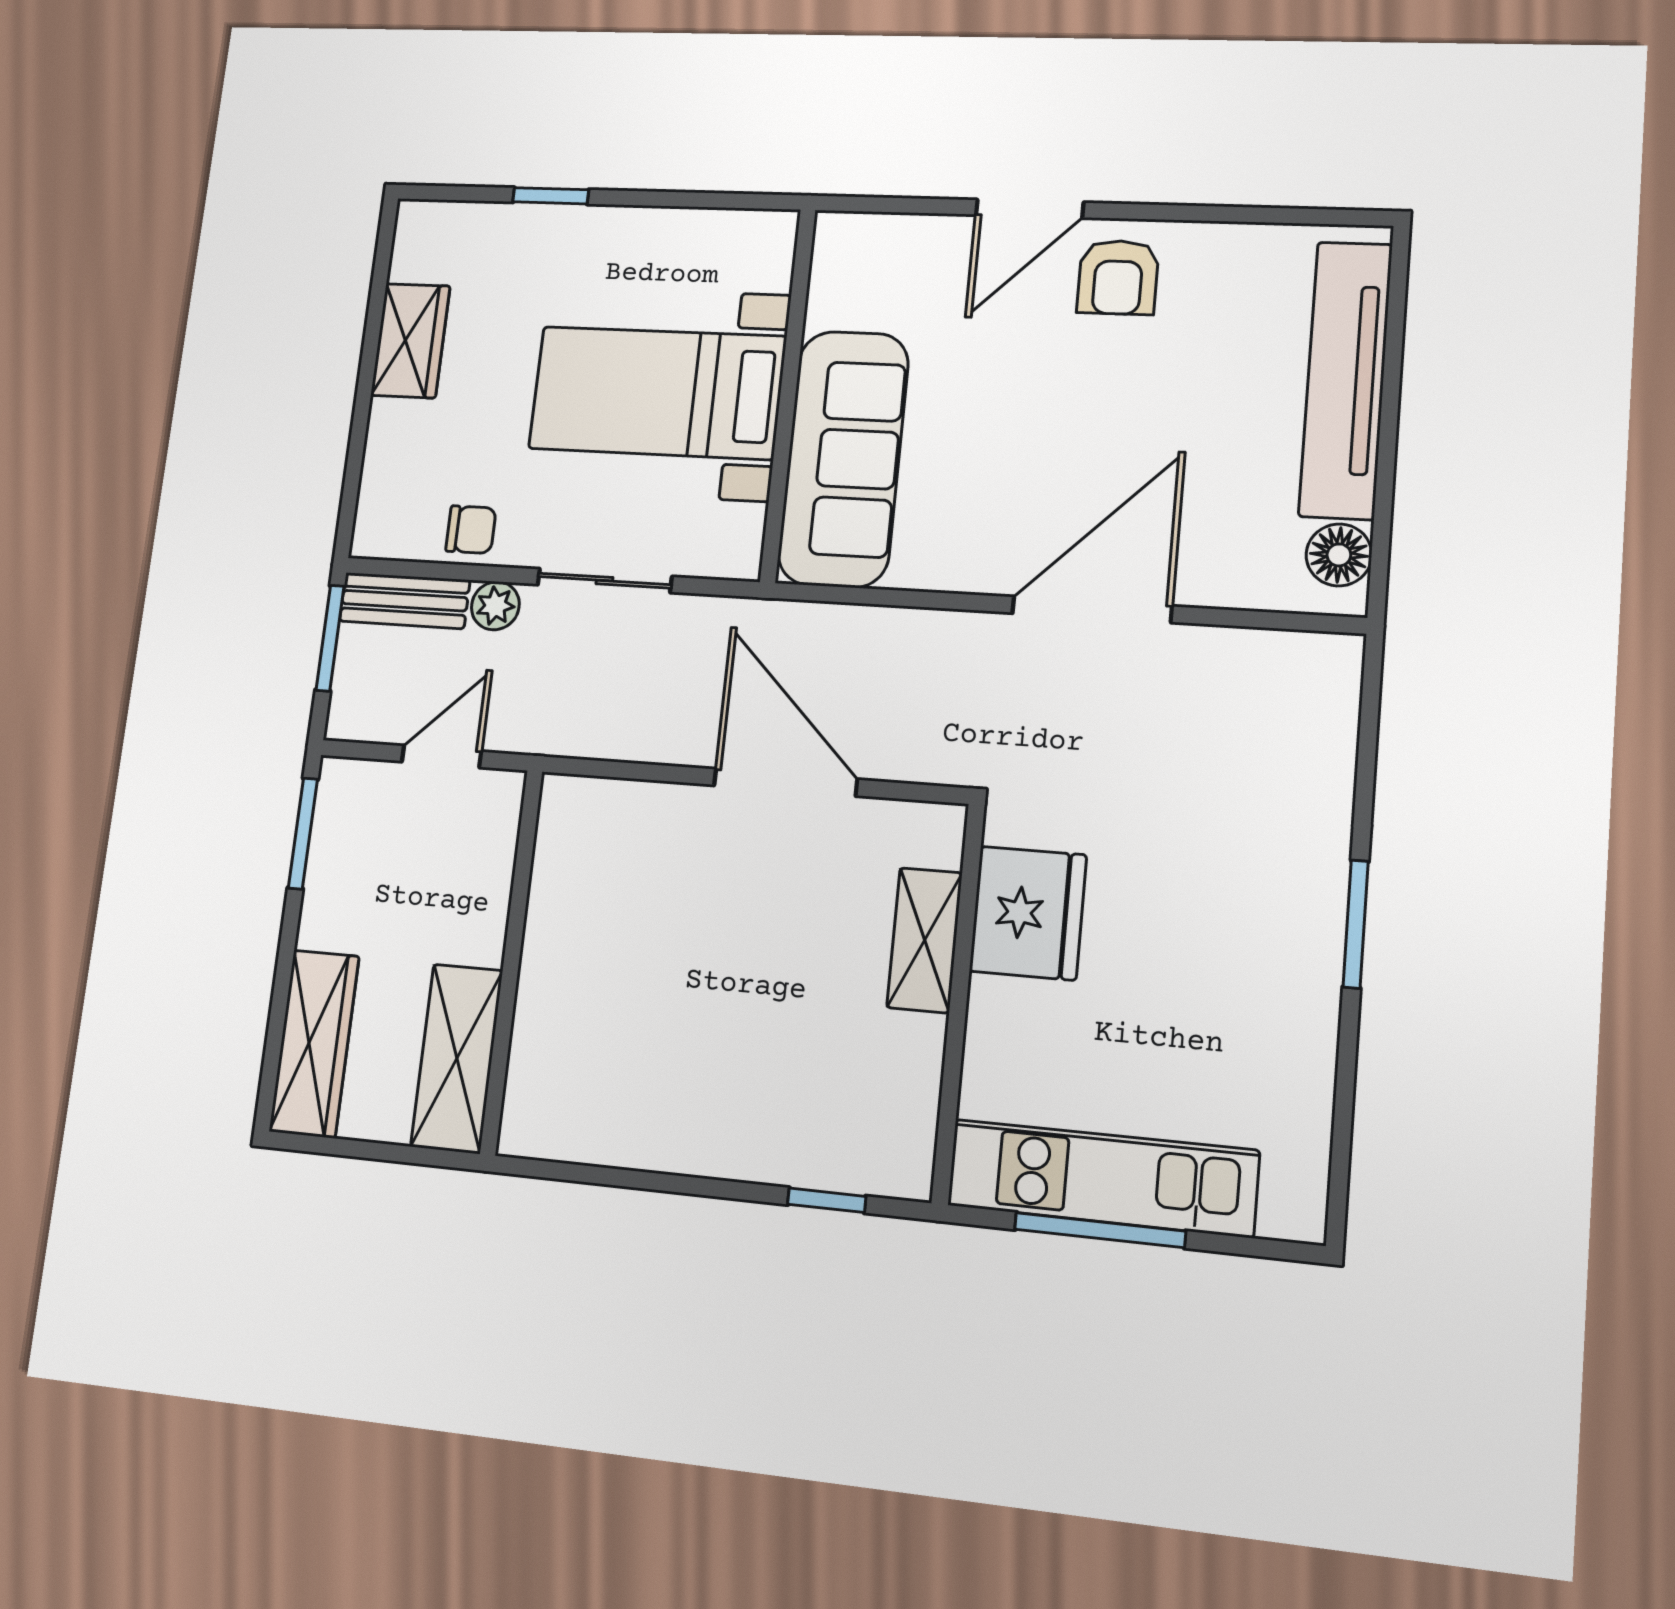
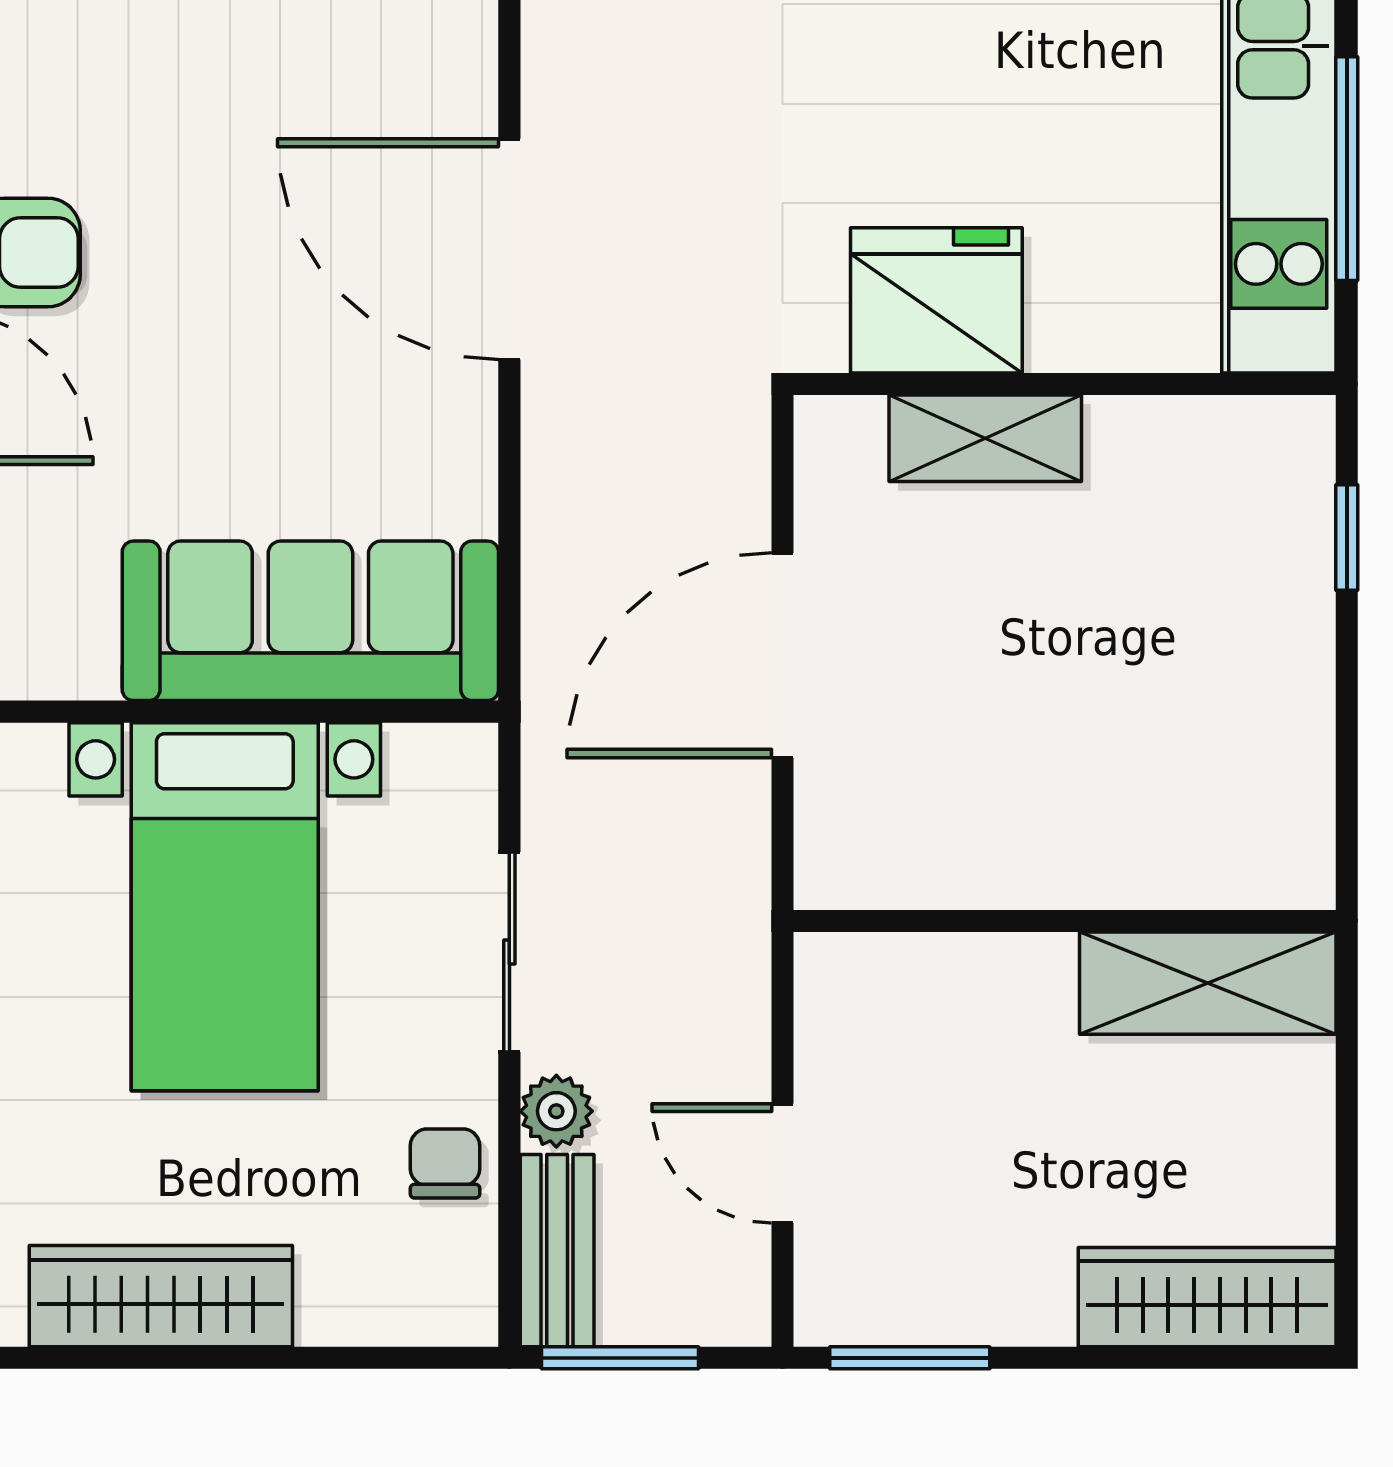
wardrobe: (410, 341) -> (161, 1296), width x1.50
wall: (511, 961) -> (1065, 921), moved
shelving: (457, 1058) -> (1208, 983), moved

